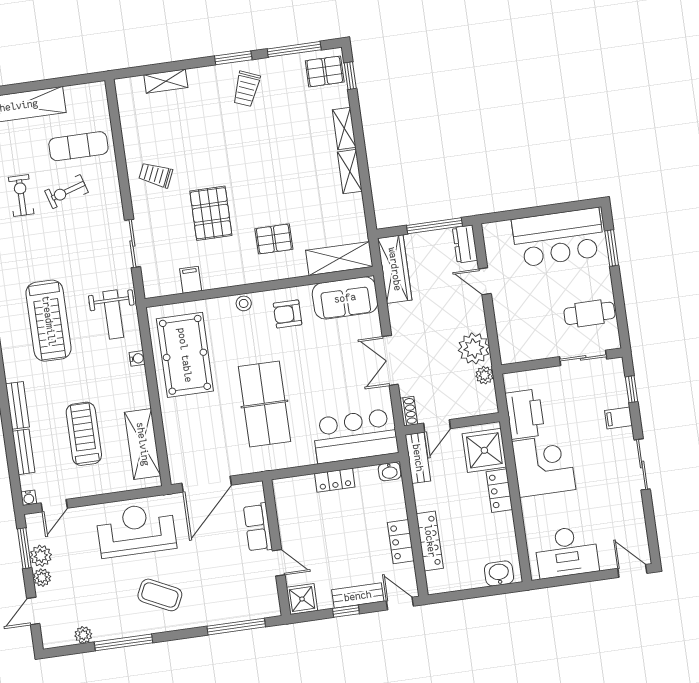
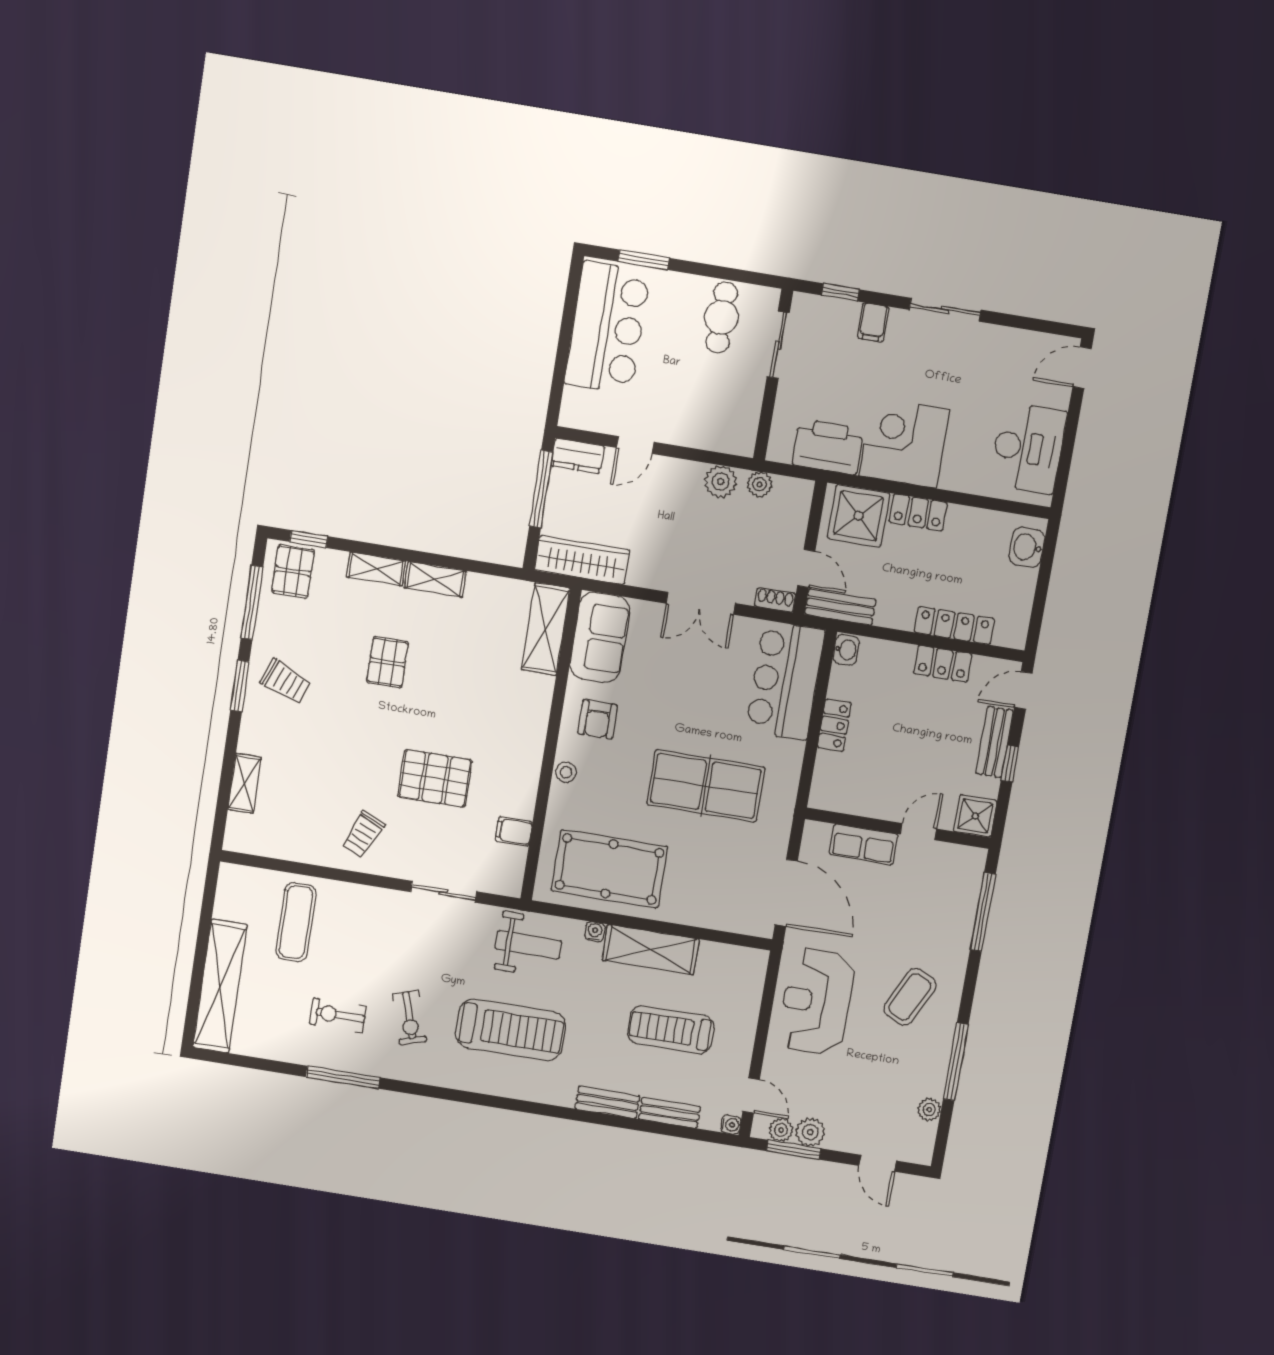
exercise bike: (66, 192) -> (409, 1018), moved
pallet: (274, 239) -> (388, 662), moved
plant: (474, 348) -> (721, 482), width x0.73, depth x0.73
shelving: (143, 444) -> (651, 950), moved
plant: (42, 578) -> (781, 1130), moved

